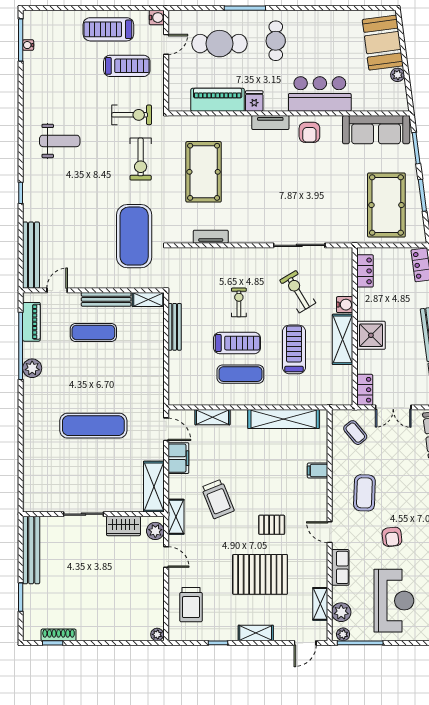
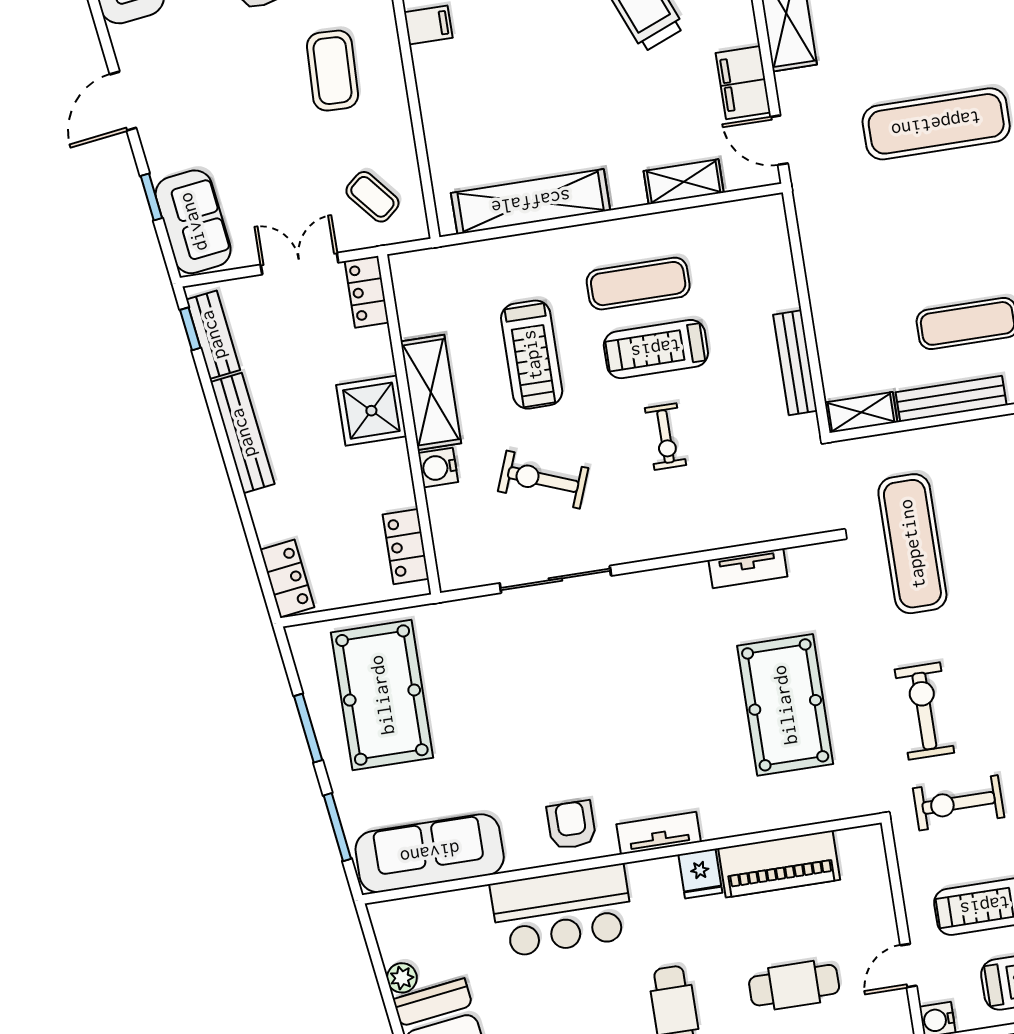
cafe table: (219, 44) -> (794, 985), width x0.73, depth x0.74
exercise mat: (134, 236) -> (912, 544), width x0.68
exercise bike: (298, 292) -> (543, 480), turned 142
filing cabinet: (318, 470) -> (428, 25), moved

